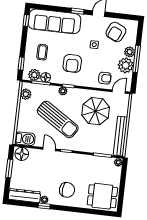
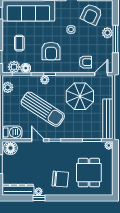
plant: (126, 65) -> (105, 47), removed
dining table: (102, 196) -> (89, 173), moved, turned 90

